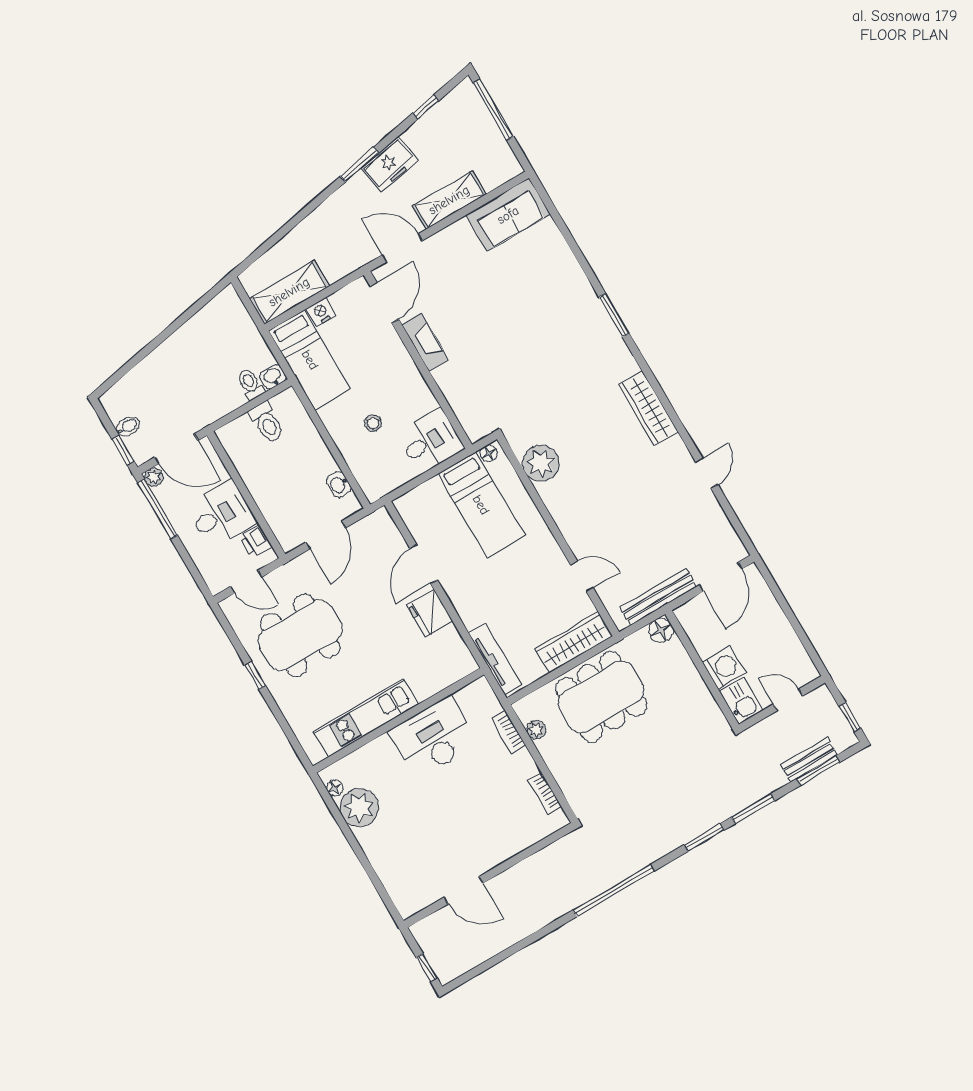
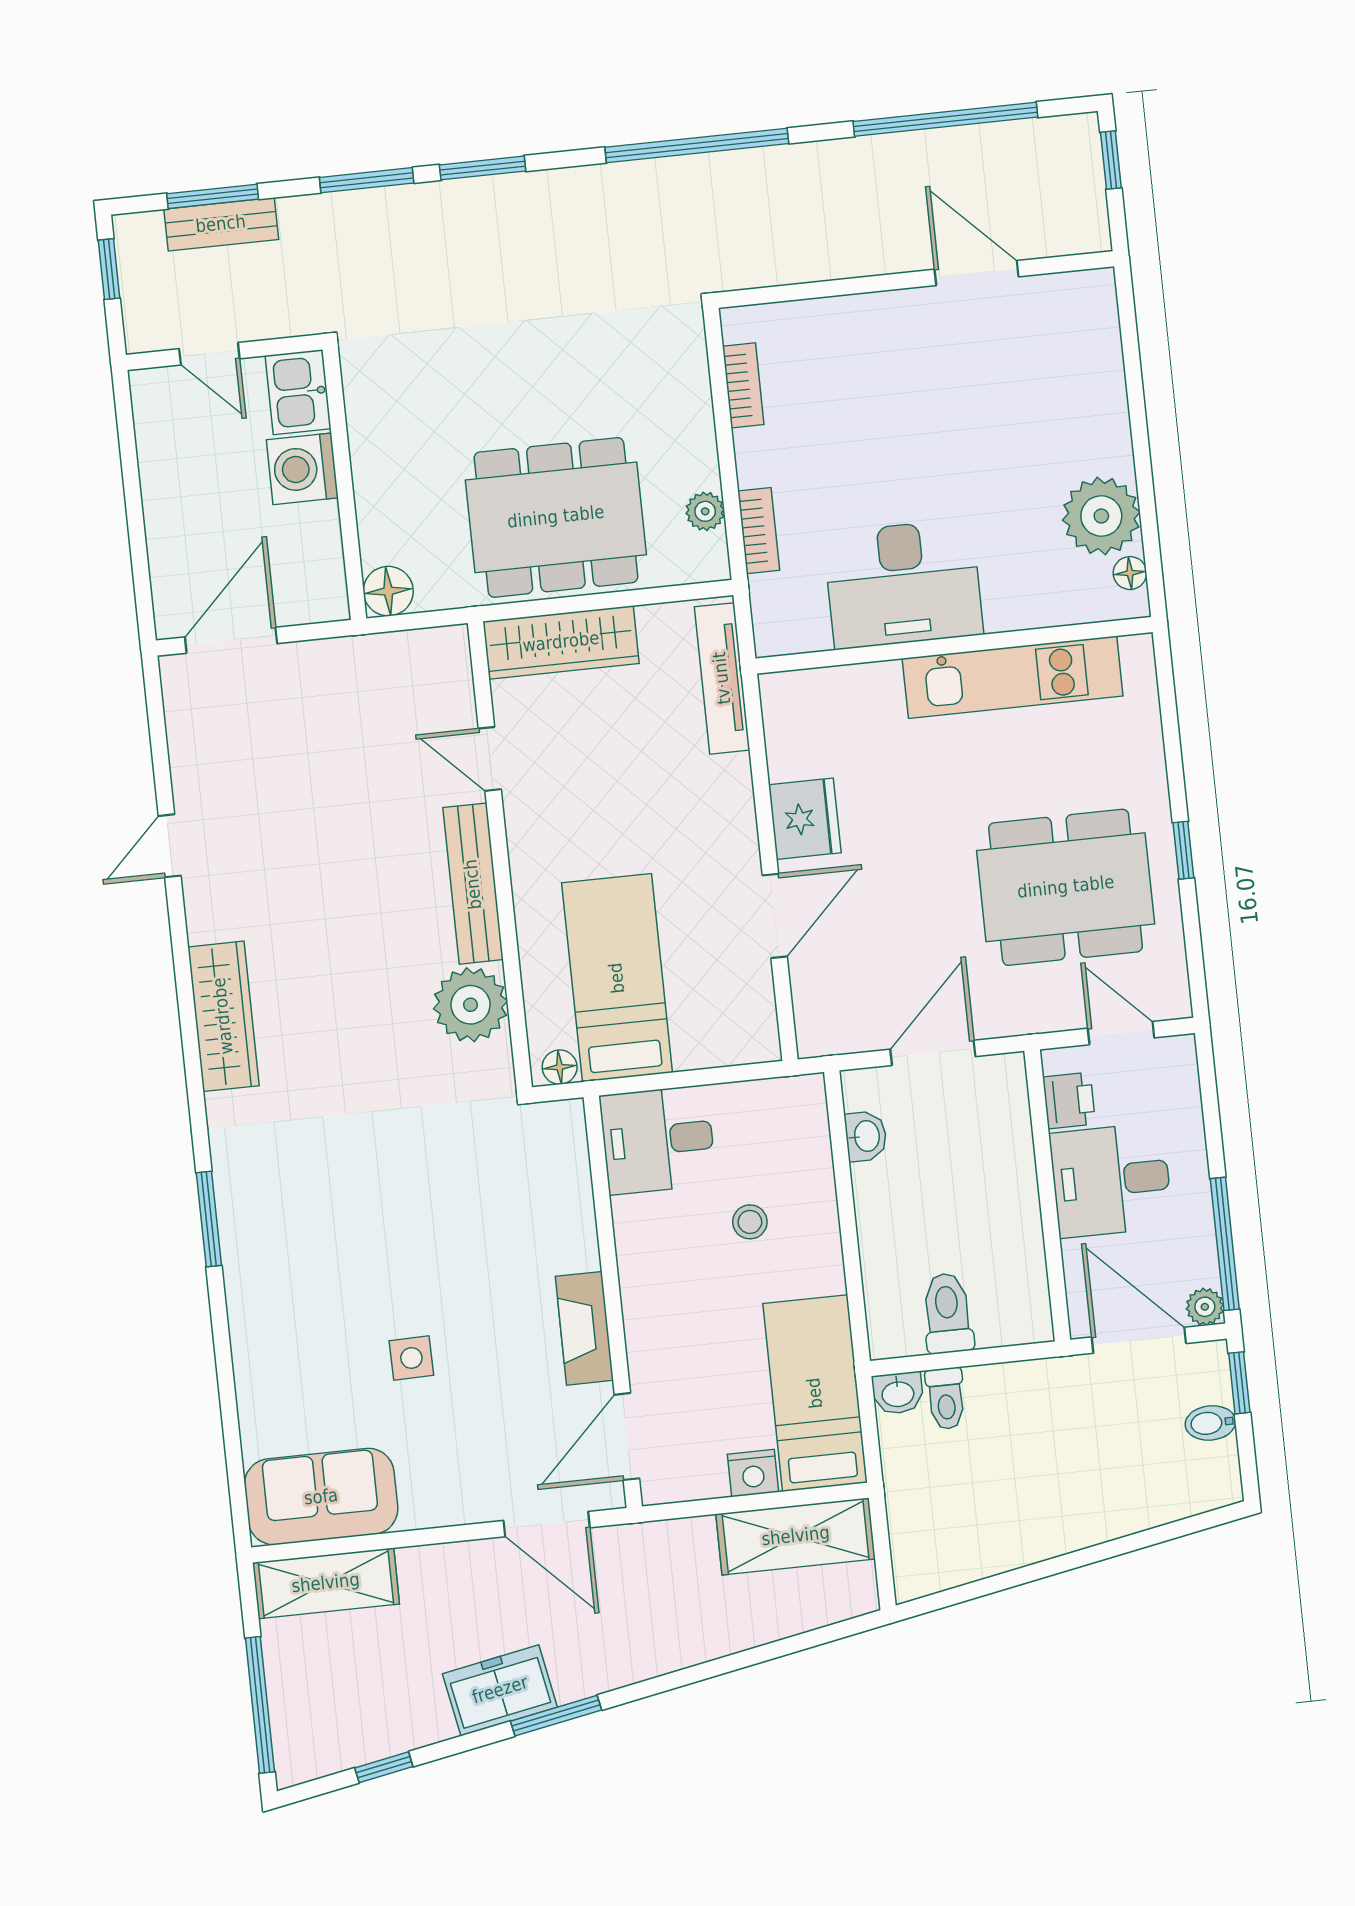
shelving: (449, 200) -> (326, 1583), moved
side table: (496, 294) -> (411, 1358), added
bench: (658, 597) -> (473, 884), moved, turned 90
window: (508, 952) -> (945, 119), added

